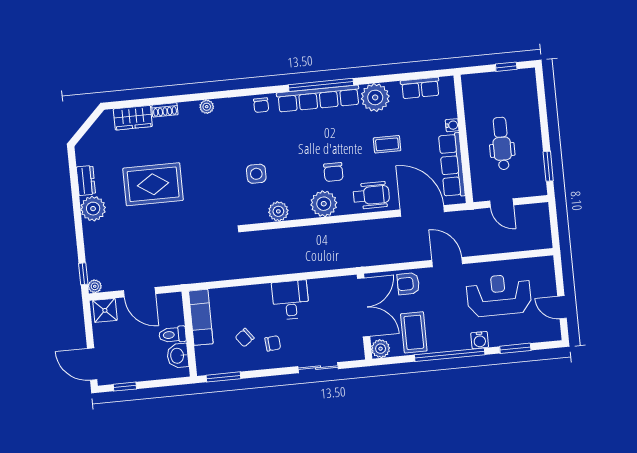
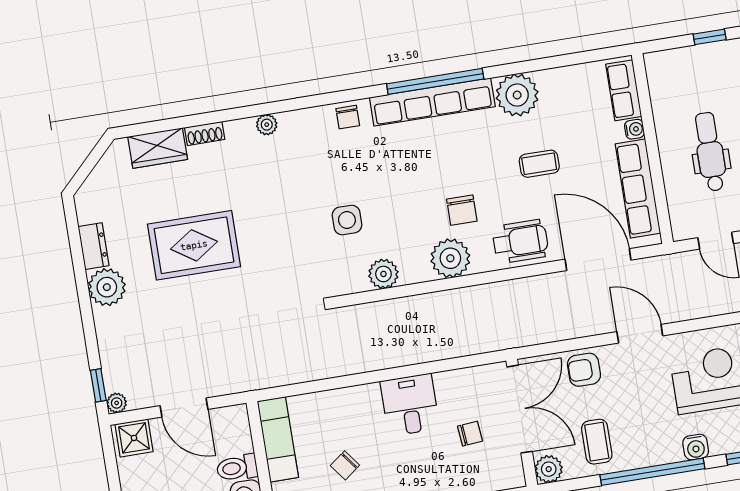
row of seats: (420, 88) -> (624, 90), moved, turned 90
coffee table: (414, 332) -> (597, 442), width x0.73, depth x0.77
chair: (273, 343) -> (470, 434), moved

